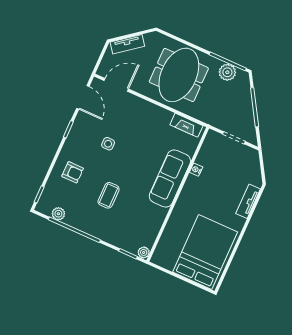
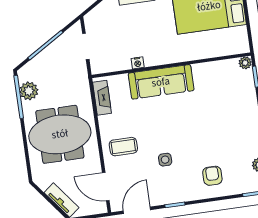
coffee table: (109, 195) -> (123, 147), moved

